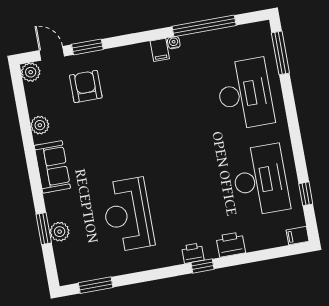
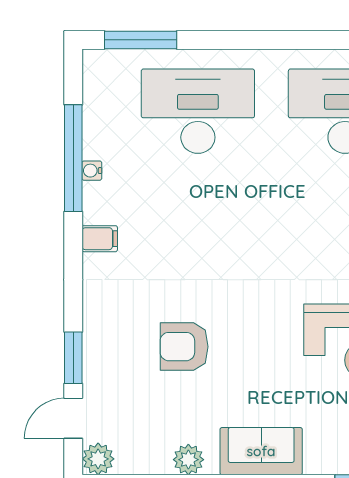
water cooler: (174, 43) -> (92, 171), moved
armchair: (86, 86) -> (184, 347), moved

